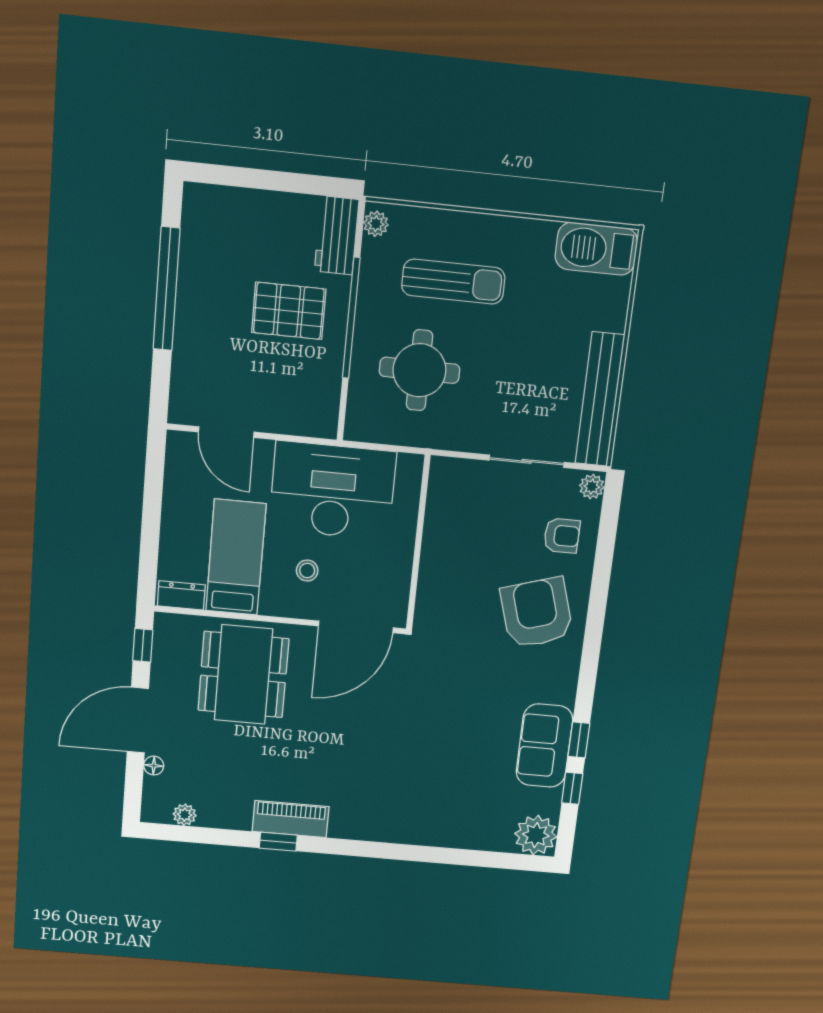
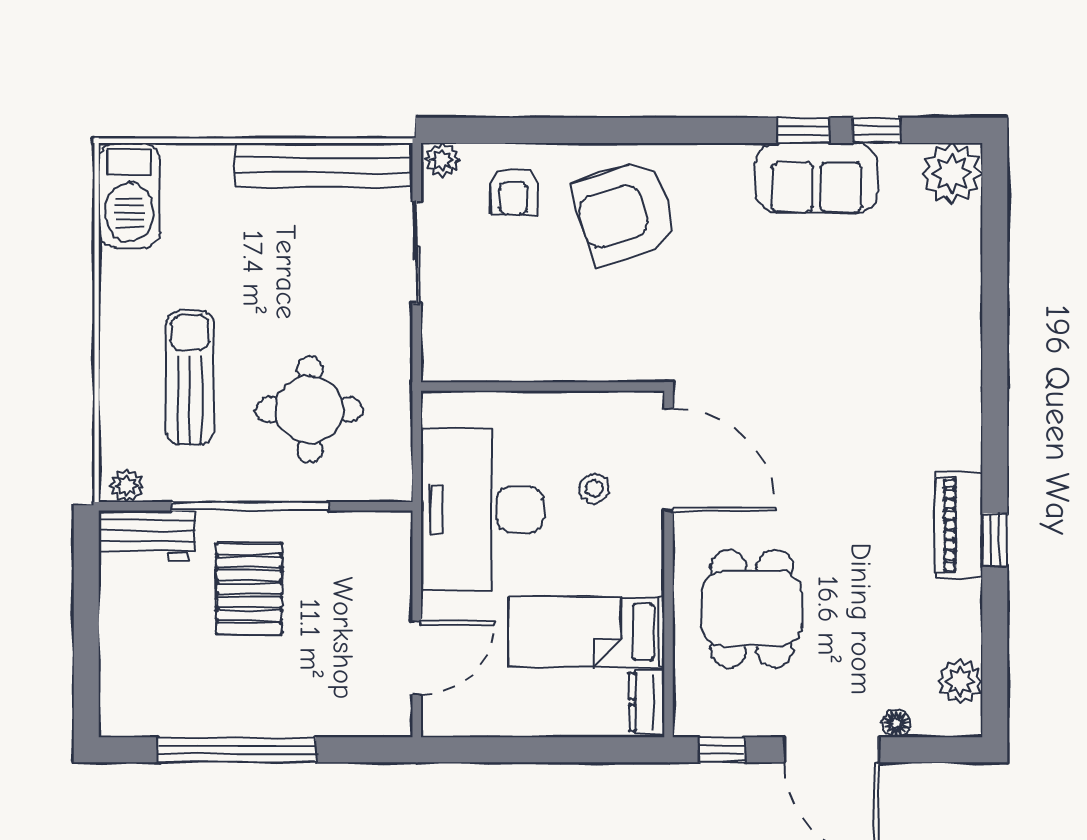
armchair: (562, 536) -> (514, 192), turned 180
stool: (307, 571) -> (594, 489), moved
dining table: (243, 675) -> (752, 609), width x0.73
plant: (185, 815) -> (960, 681), width x1.38, depth x1.38

